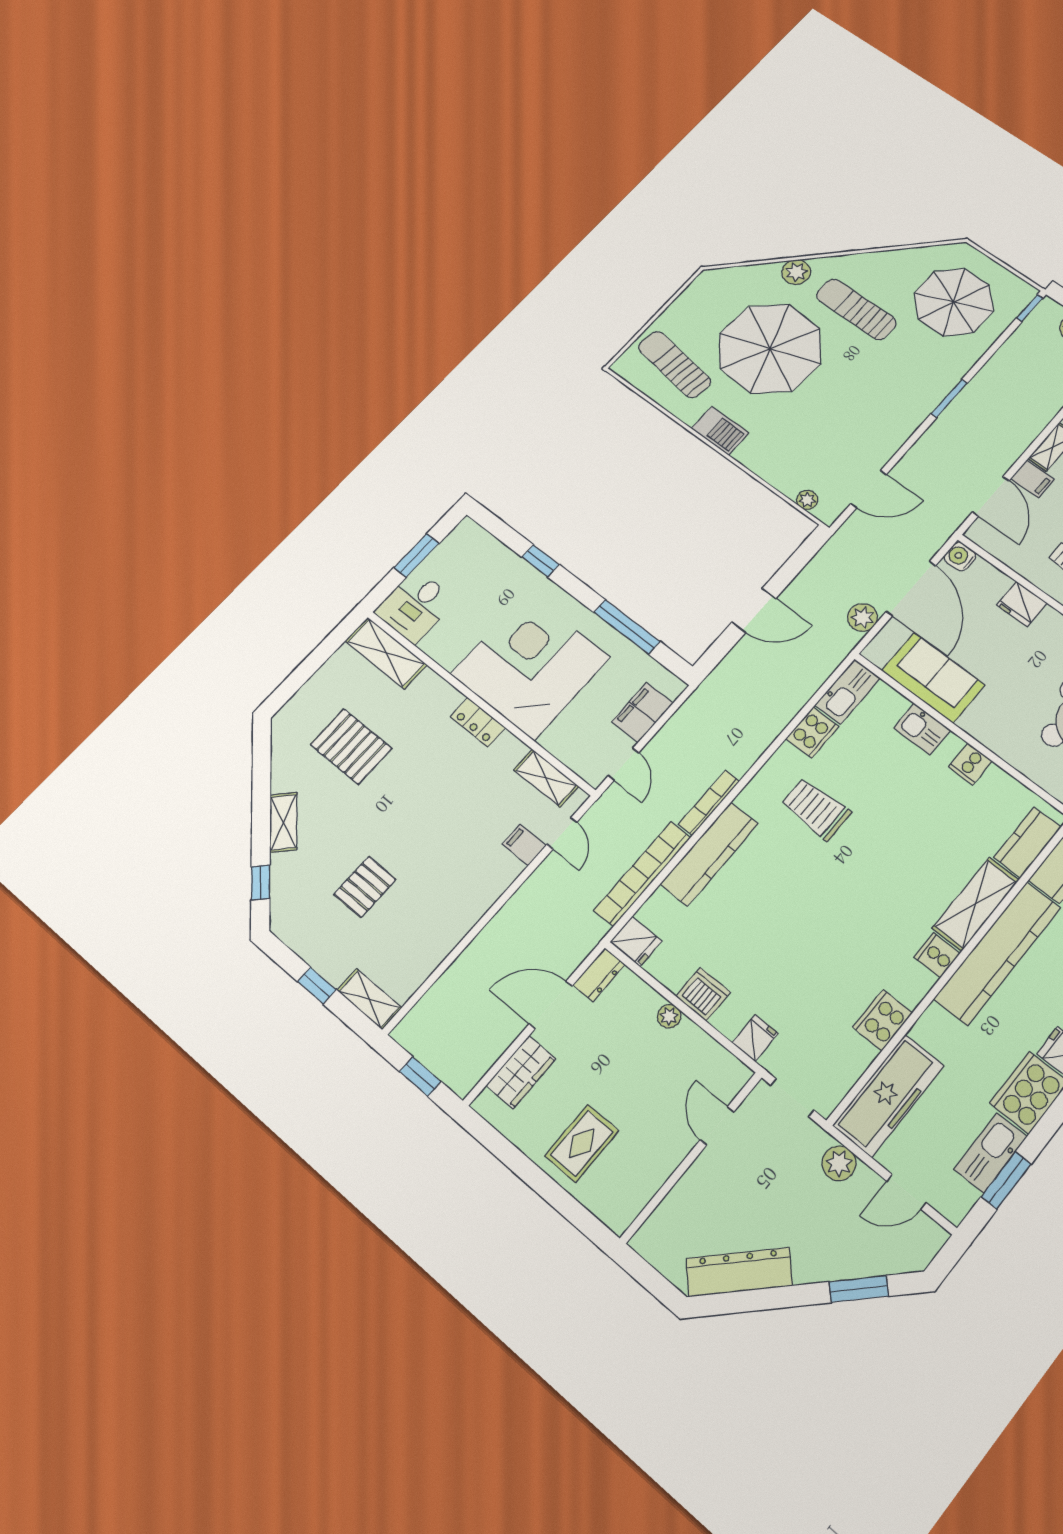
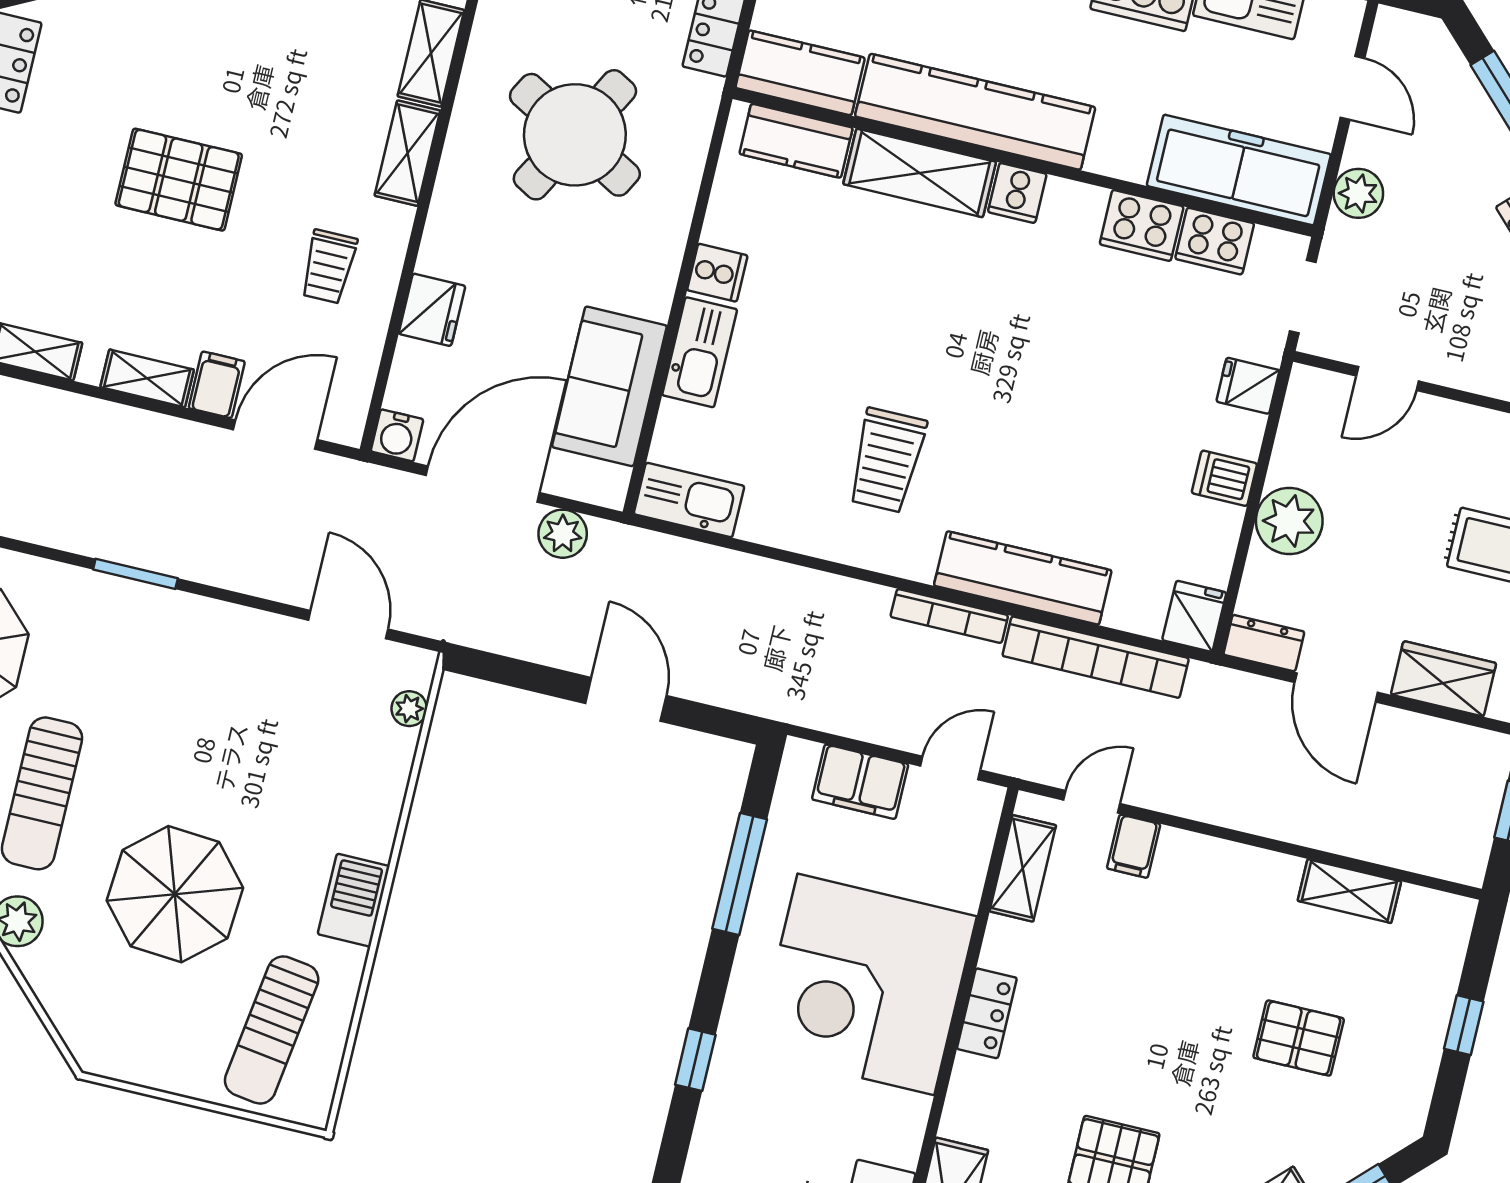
parasol: (770, 349) -> (175, 894), width x0.73, depth x0.73
kitchen sink: (922, 729) -> (700, 352), width x1.38
cooker: (812, 732) -> (1215, 241), moved, turned 180
dishwasher: (703, 994) -> (1224, 478), width x0.73
shelving: (369, 999) -> (1349, 891), moved, turned 90
plant: (669, 1016) -> (1289, 521), width x1.87, depth x1.87

